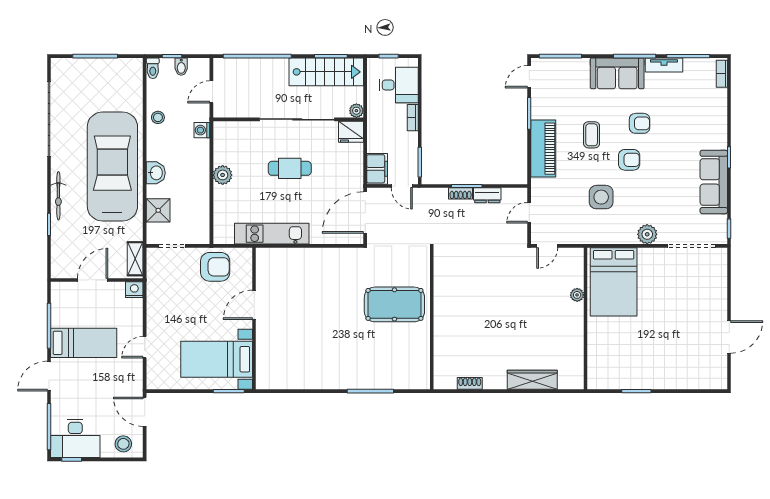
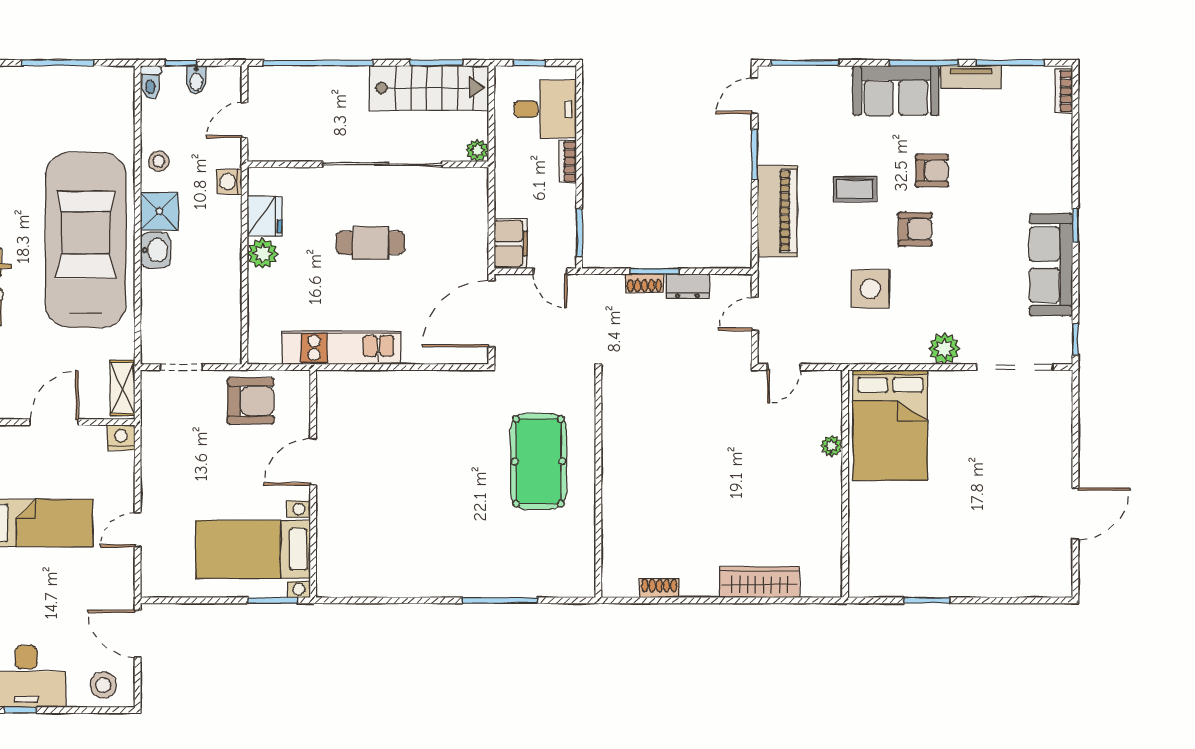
fridge: (351, 132) -> (264, 216), moved, turned -90
coffee table: (592, 135) -> (855, 189), turned 90
shower: (158, 210) -> (159, 211), moved
pool table: (394, 304) -> (538, 461), turned 90

